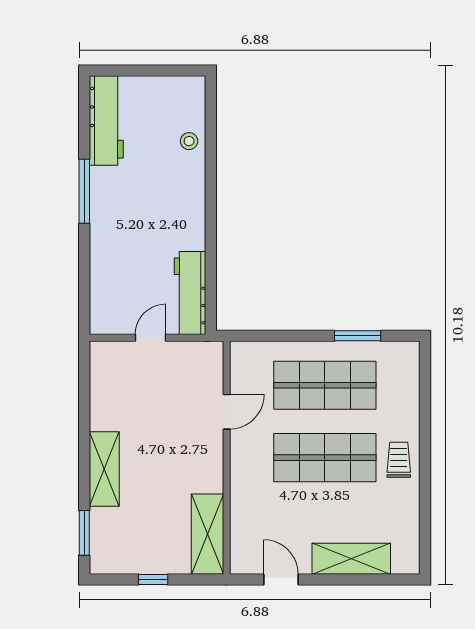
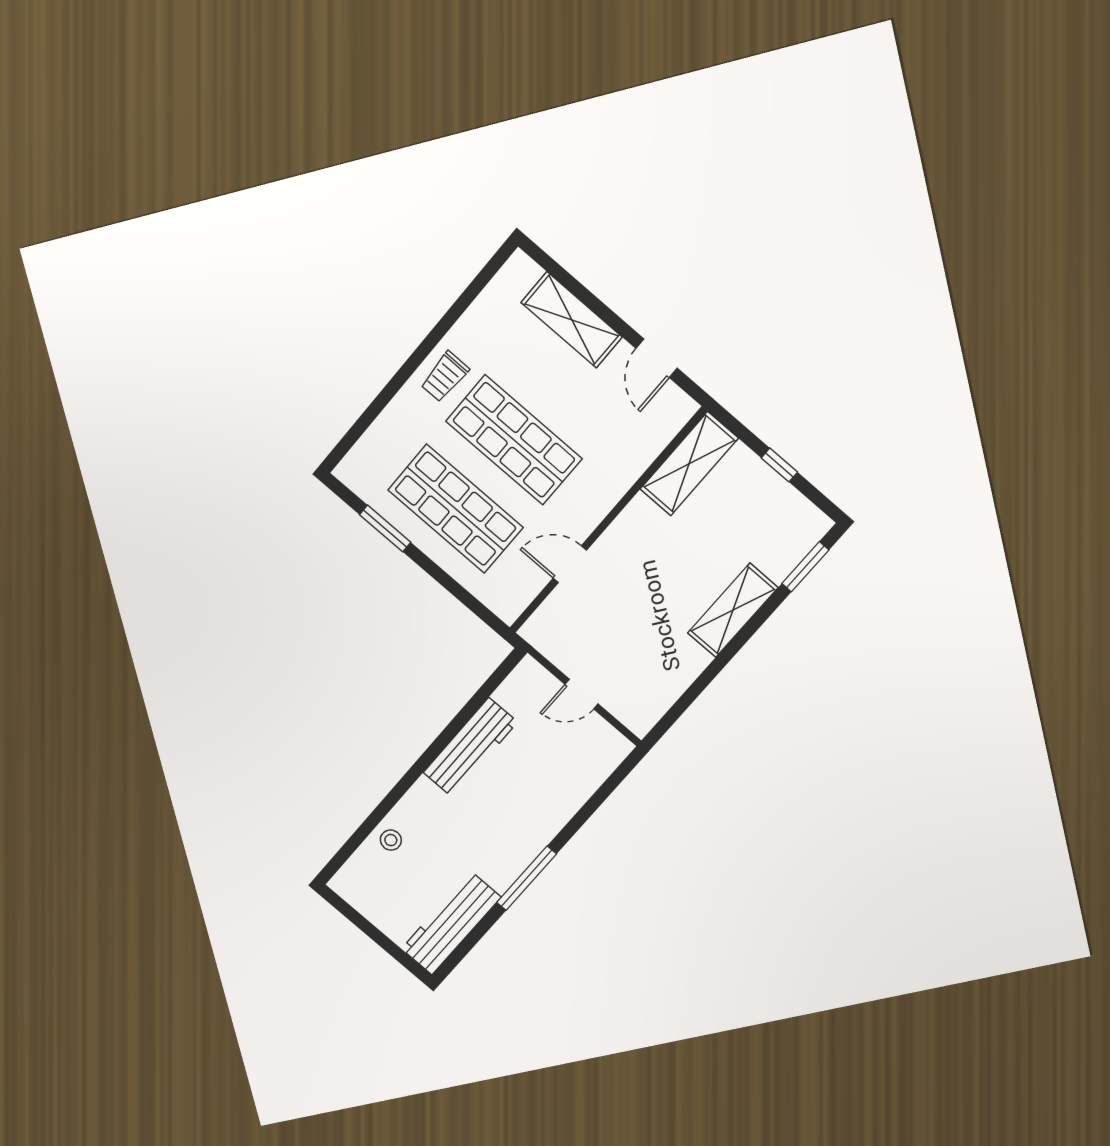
workbench: (190, 293) -> (470, 747), moved

